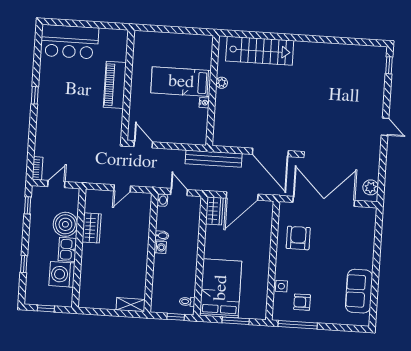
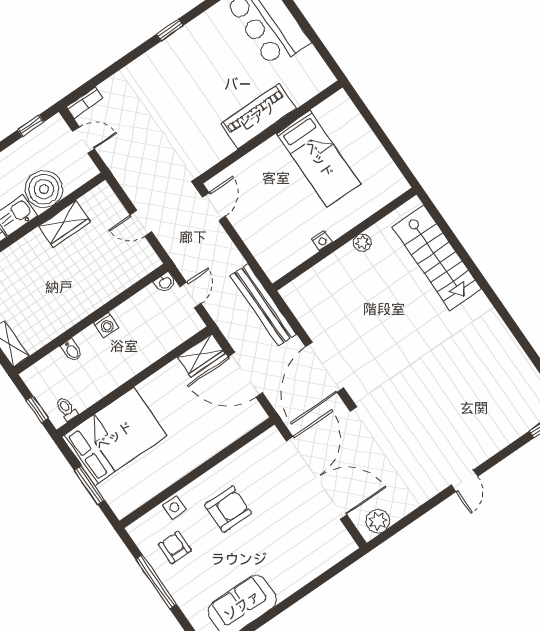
bed: (181, 82) -> (319, 159), moved, turned 180
bidet: (162, 236) -> (71, 350), moved
armchair: (298, 238) -> (228, 509), moved
window: (298, 325) -> (156, 582), moved

